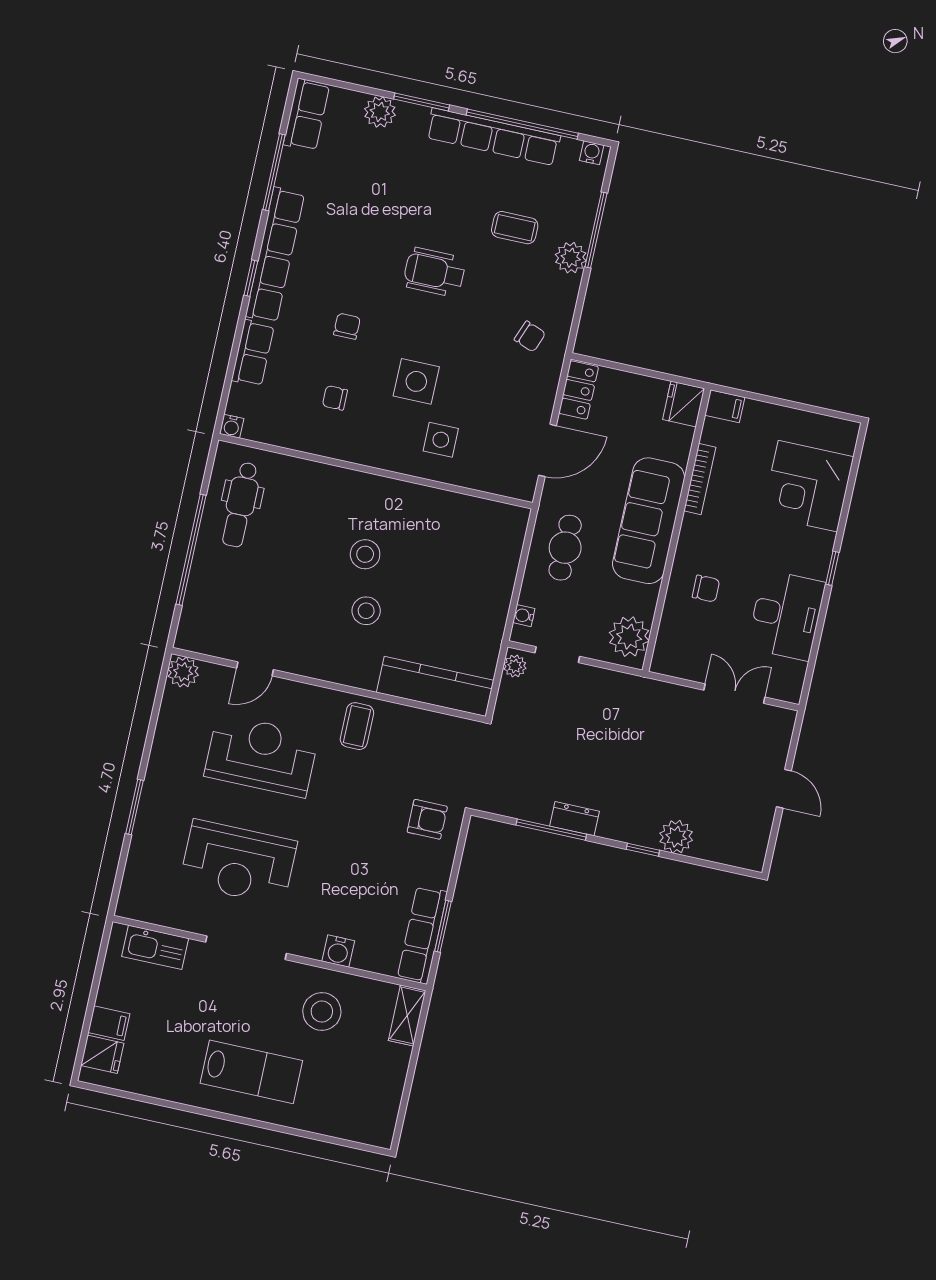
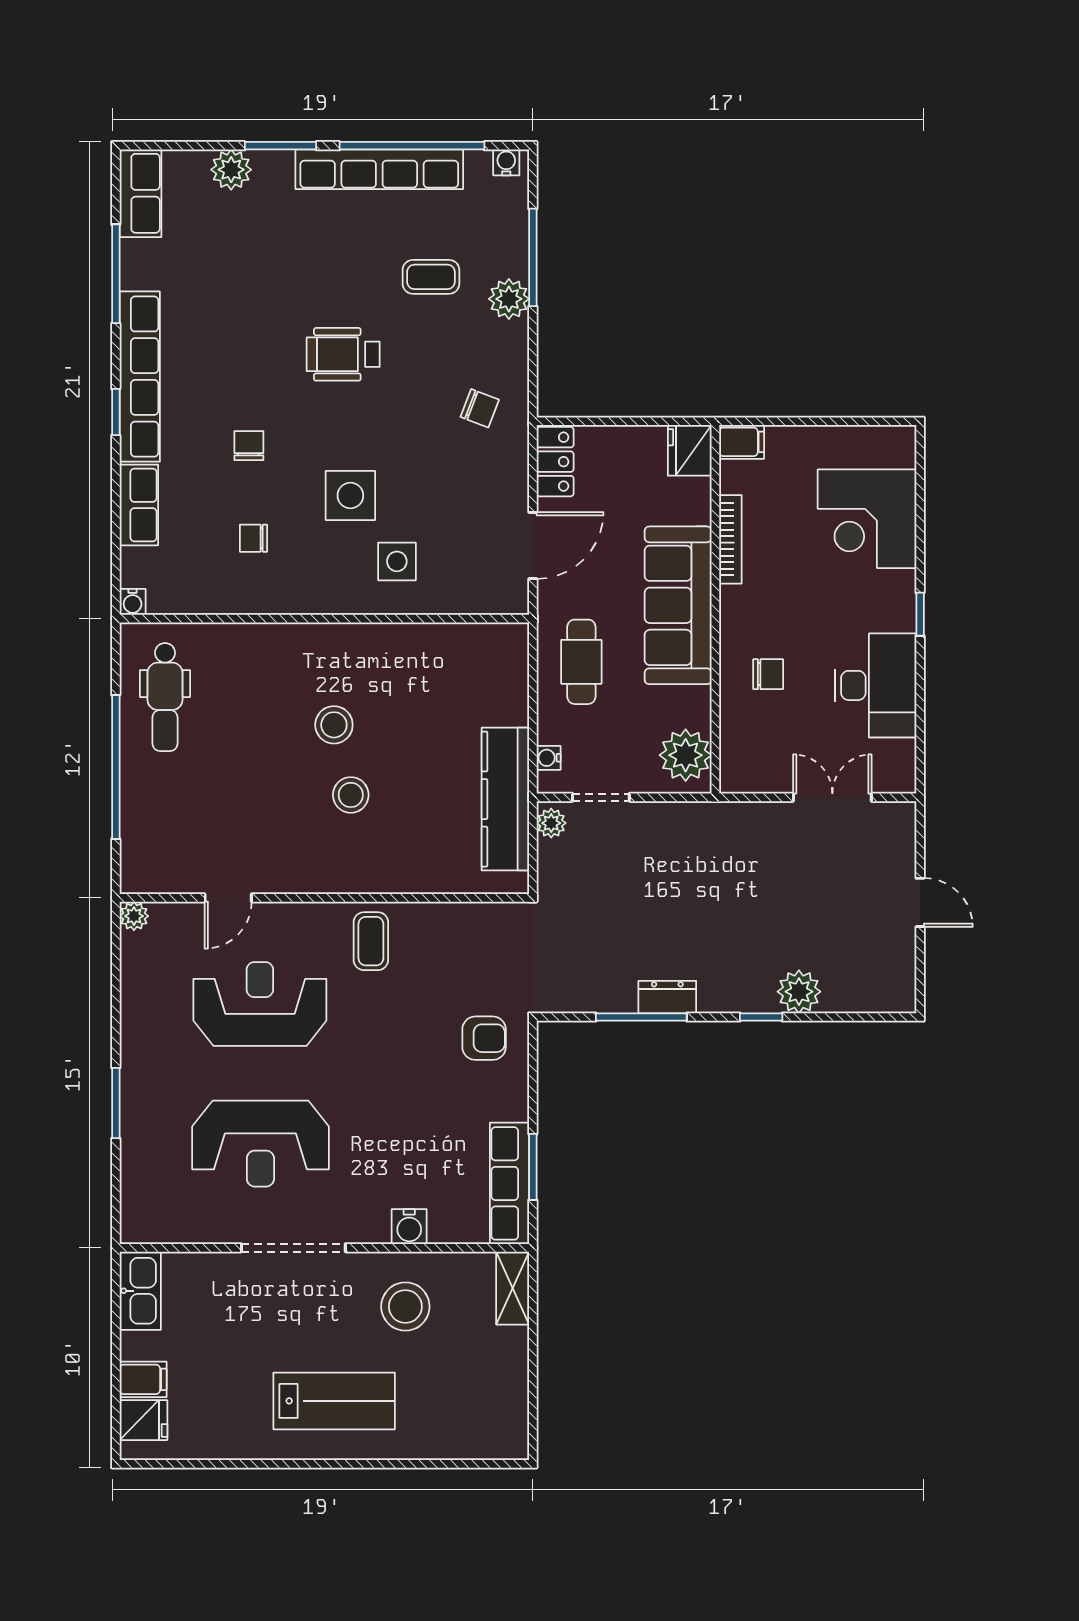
plant: (183, 672) -> (134, 916), width x0.73, depth x0.73
kitchen counter: (435, 686) -> (505, 799), moved, turned -90
kitchen sink: (155, 947) -> (140, 1291), moved, turned -90

